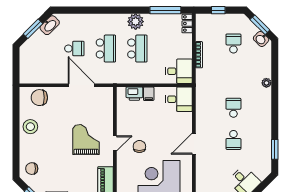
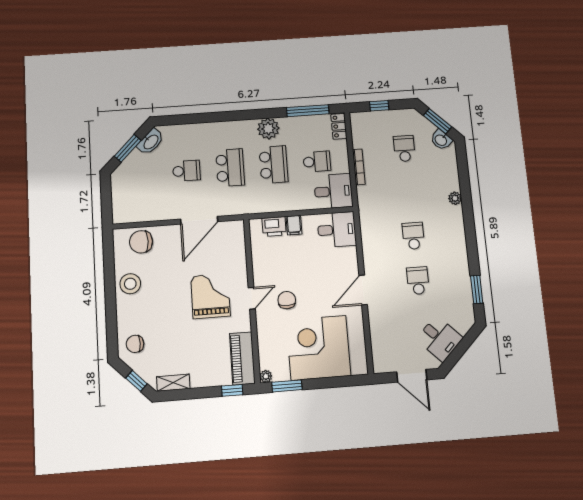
school desk: (169, 49) -> (317, 161), added
door: (81, 85) -> (199, 220), swing flipped
school desk: (233, 140) -> (418, 281), turned 180

